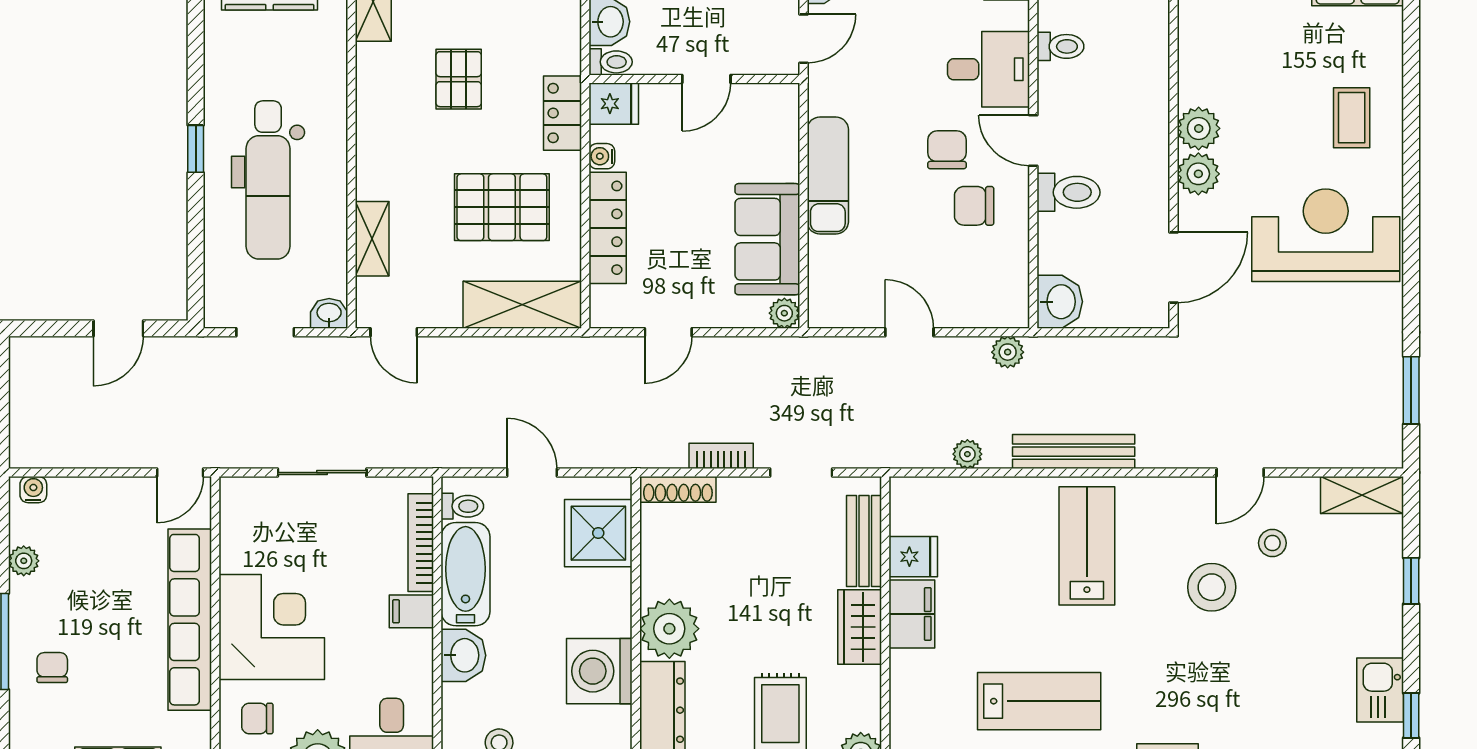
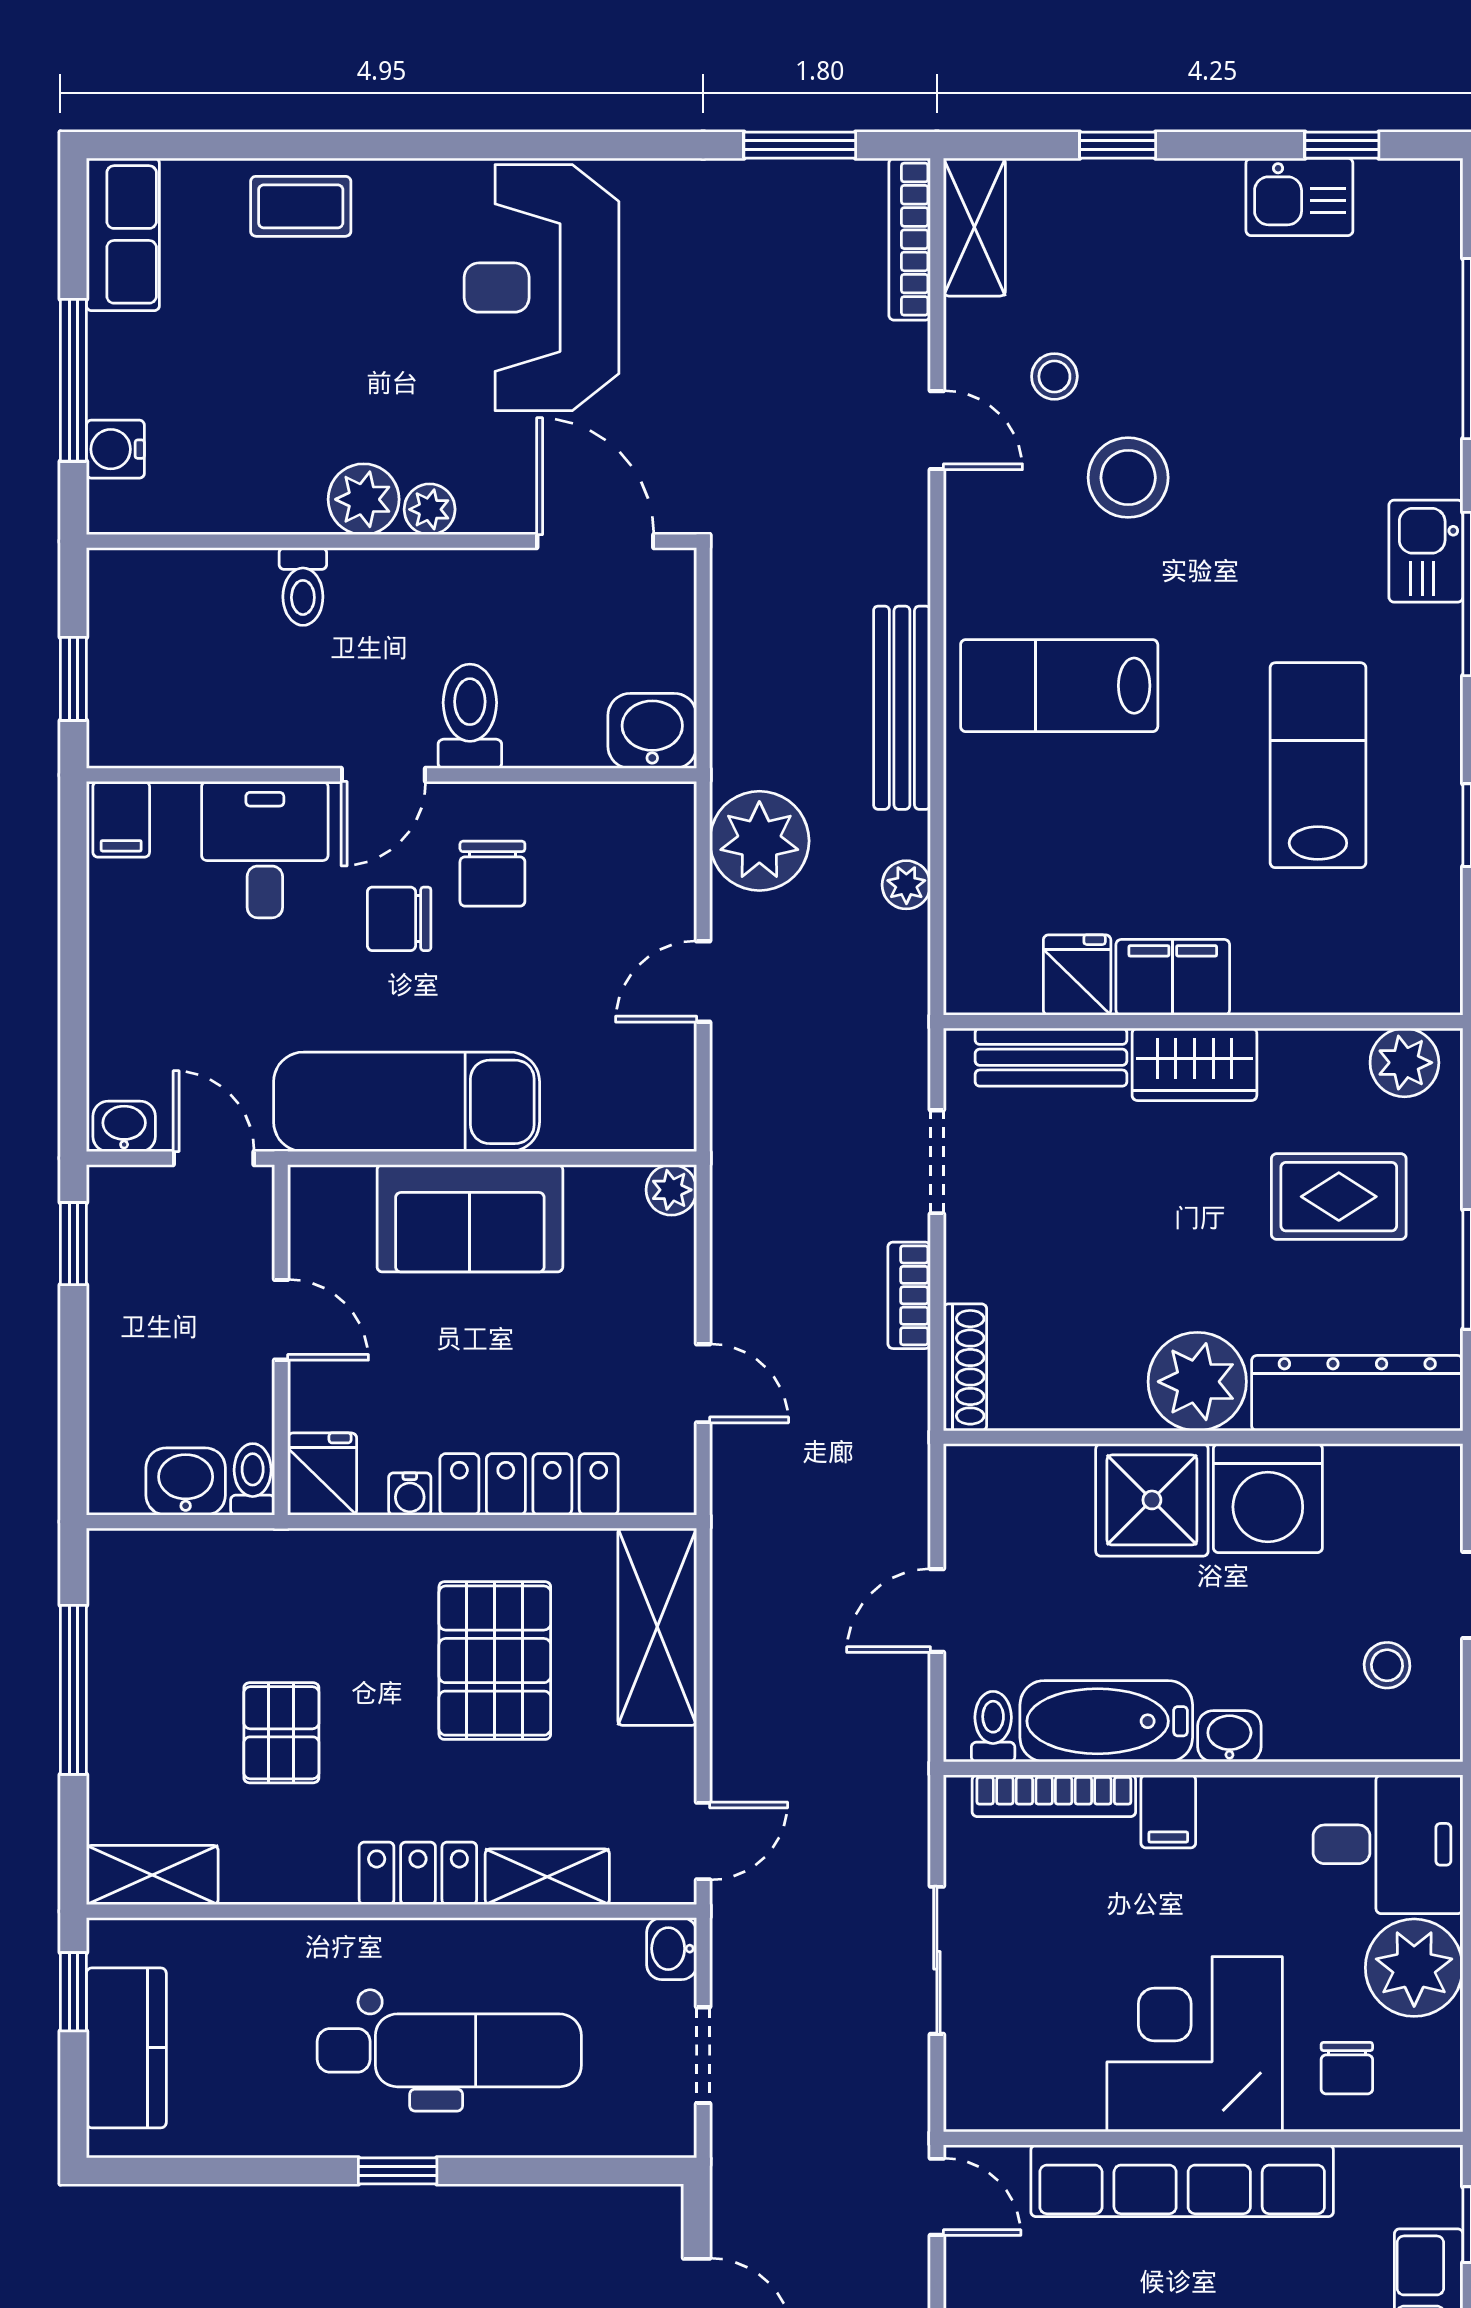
toilet: (1060, 46) -> (303, 587), moved, turned 180
pallet: (459, 79) -> (281, 1733), turned 90
locker: (563, 113) -> (418, 1873), moved, turned 180
coffee table: (1352, 118) -> (301, 206), moved
plant: (1198, 174) -> (430, 509), width x0.73, depth x0.73
exam couch: (828, 176) -> (407, 1102), width x1.36, depth x1.45
sofa: (767, 239) -> (470, 1218), moved
plant: (1008, 352) -> (759, 841), width x1.88, depth x1.88
bookcase: (1355, 456) -> (910, 239), added
shower: (598, 533) -> (1152, 1500), moved
washbasin: (463, 655) -> (1229, 1736), width x0.72, depth x0.69

